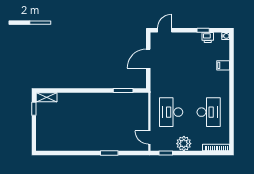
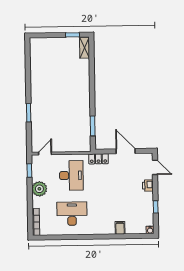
printer: (208, 37) -> (148, 186), moved
locker: (155, 85) -> (98, 159), added
desk: (171, 112) -> (71, 175), turned 90
desk: (209, 112) -> (72, 214), turned 180

